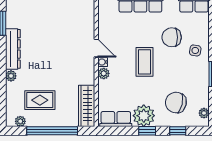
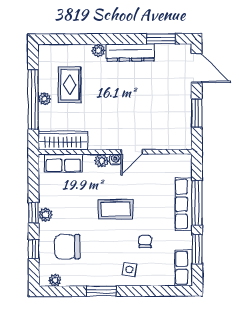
chair: (172, 37) -> (145, 241), width x0.54, depth x0.54
chair: (176, 103) -> (67, 247), turned -103
plant: (144, 116) -> (45, 215), width x0.53, depth x0.53
row of seats: (116, 119) -> (63, 163), moved, turned 90
plant: (20, 121) -> (44, 99), moved

